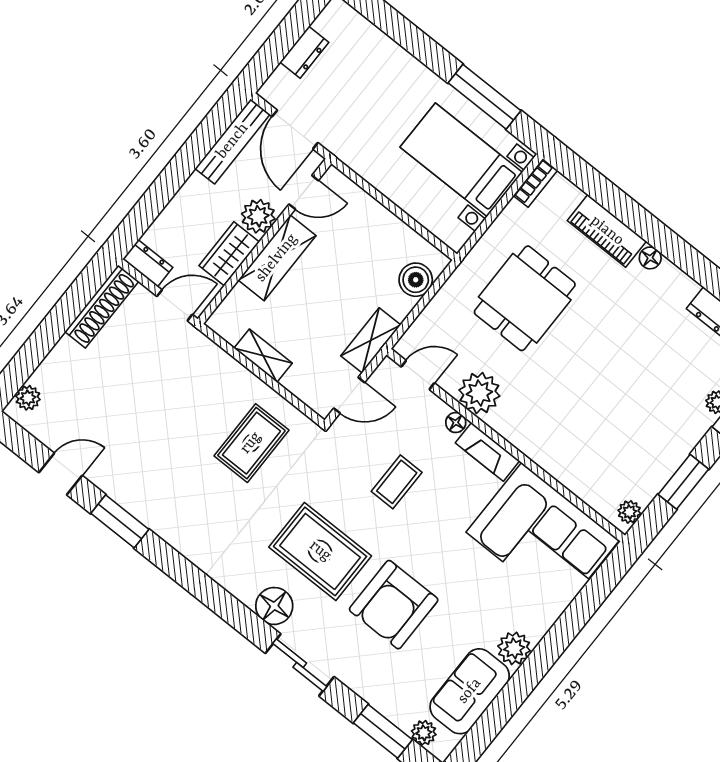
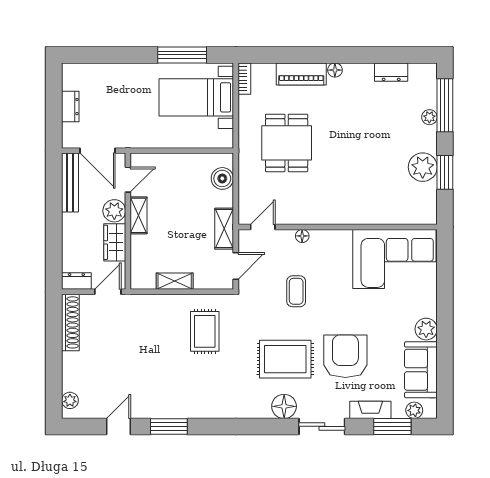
shelving: (277, 258) -> (139, 215), width x0.67, depth x0.75
plant: (479, 393) -> (302, 211), removed
fireplace: (487, 452) -> (370, 410), moved, turned 180
plant: (629, 512) -> (423, 167), moved, width x1.88, depth x1.88
armchair: (394, 605) -> (345, 356), turned 180

